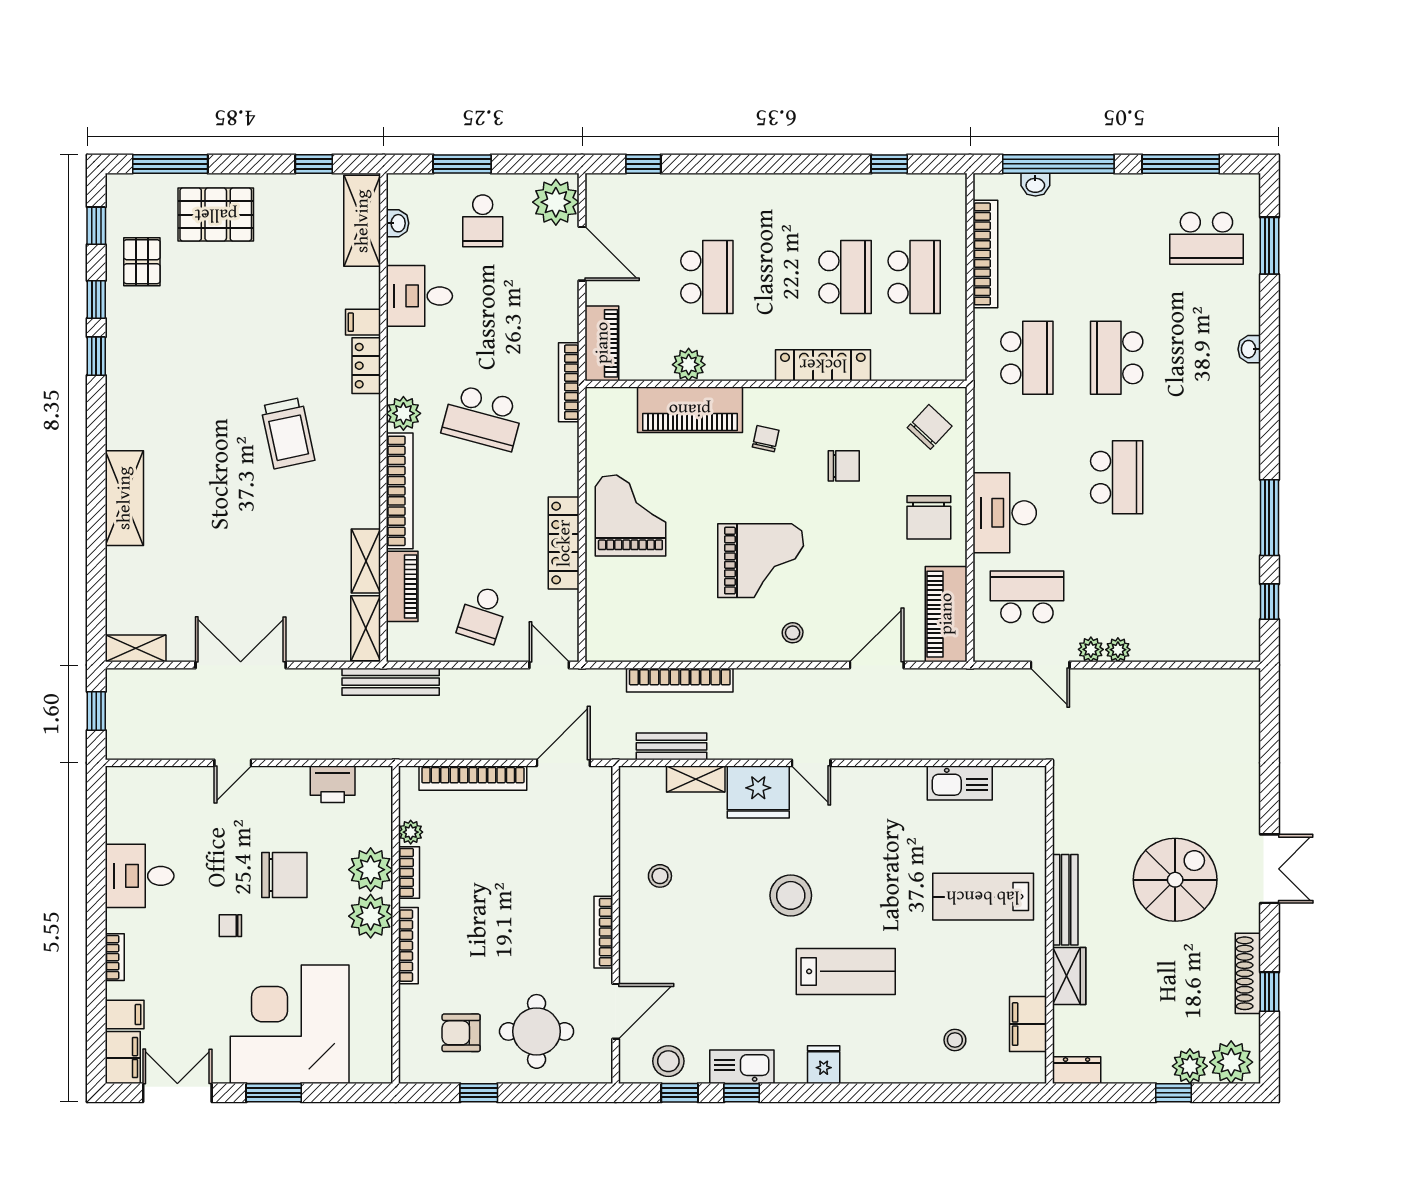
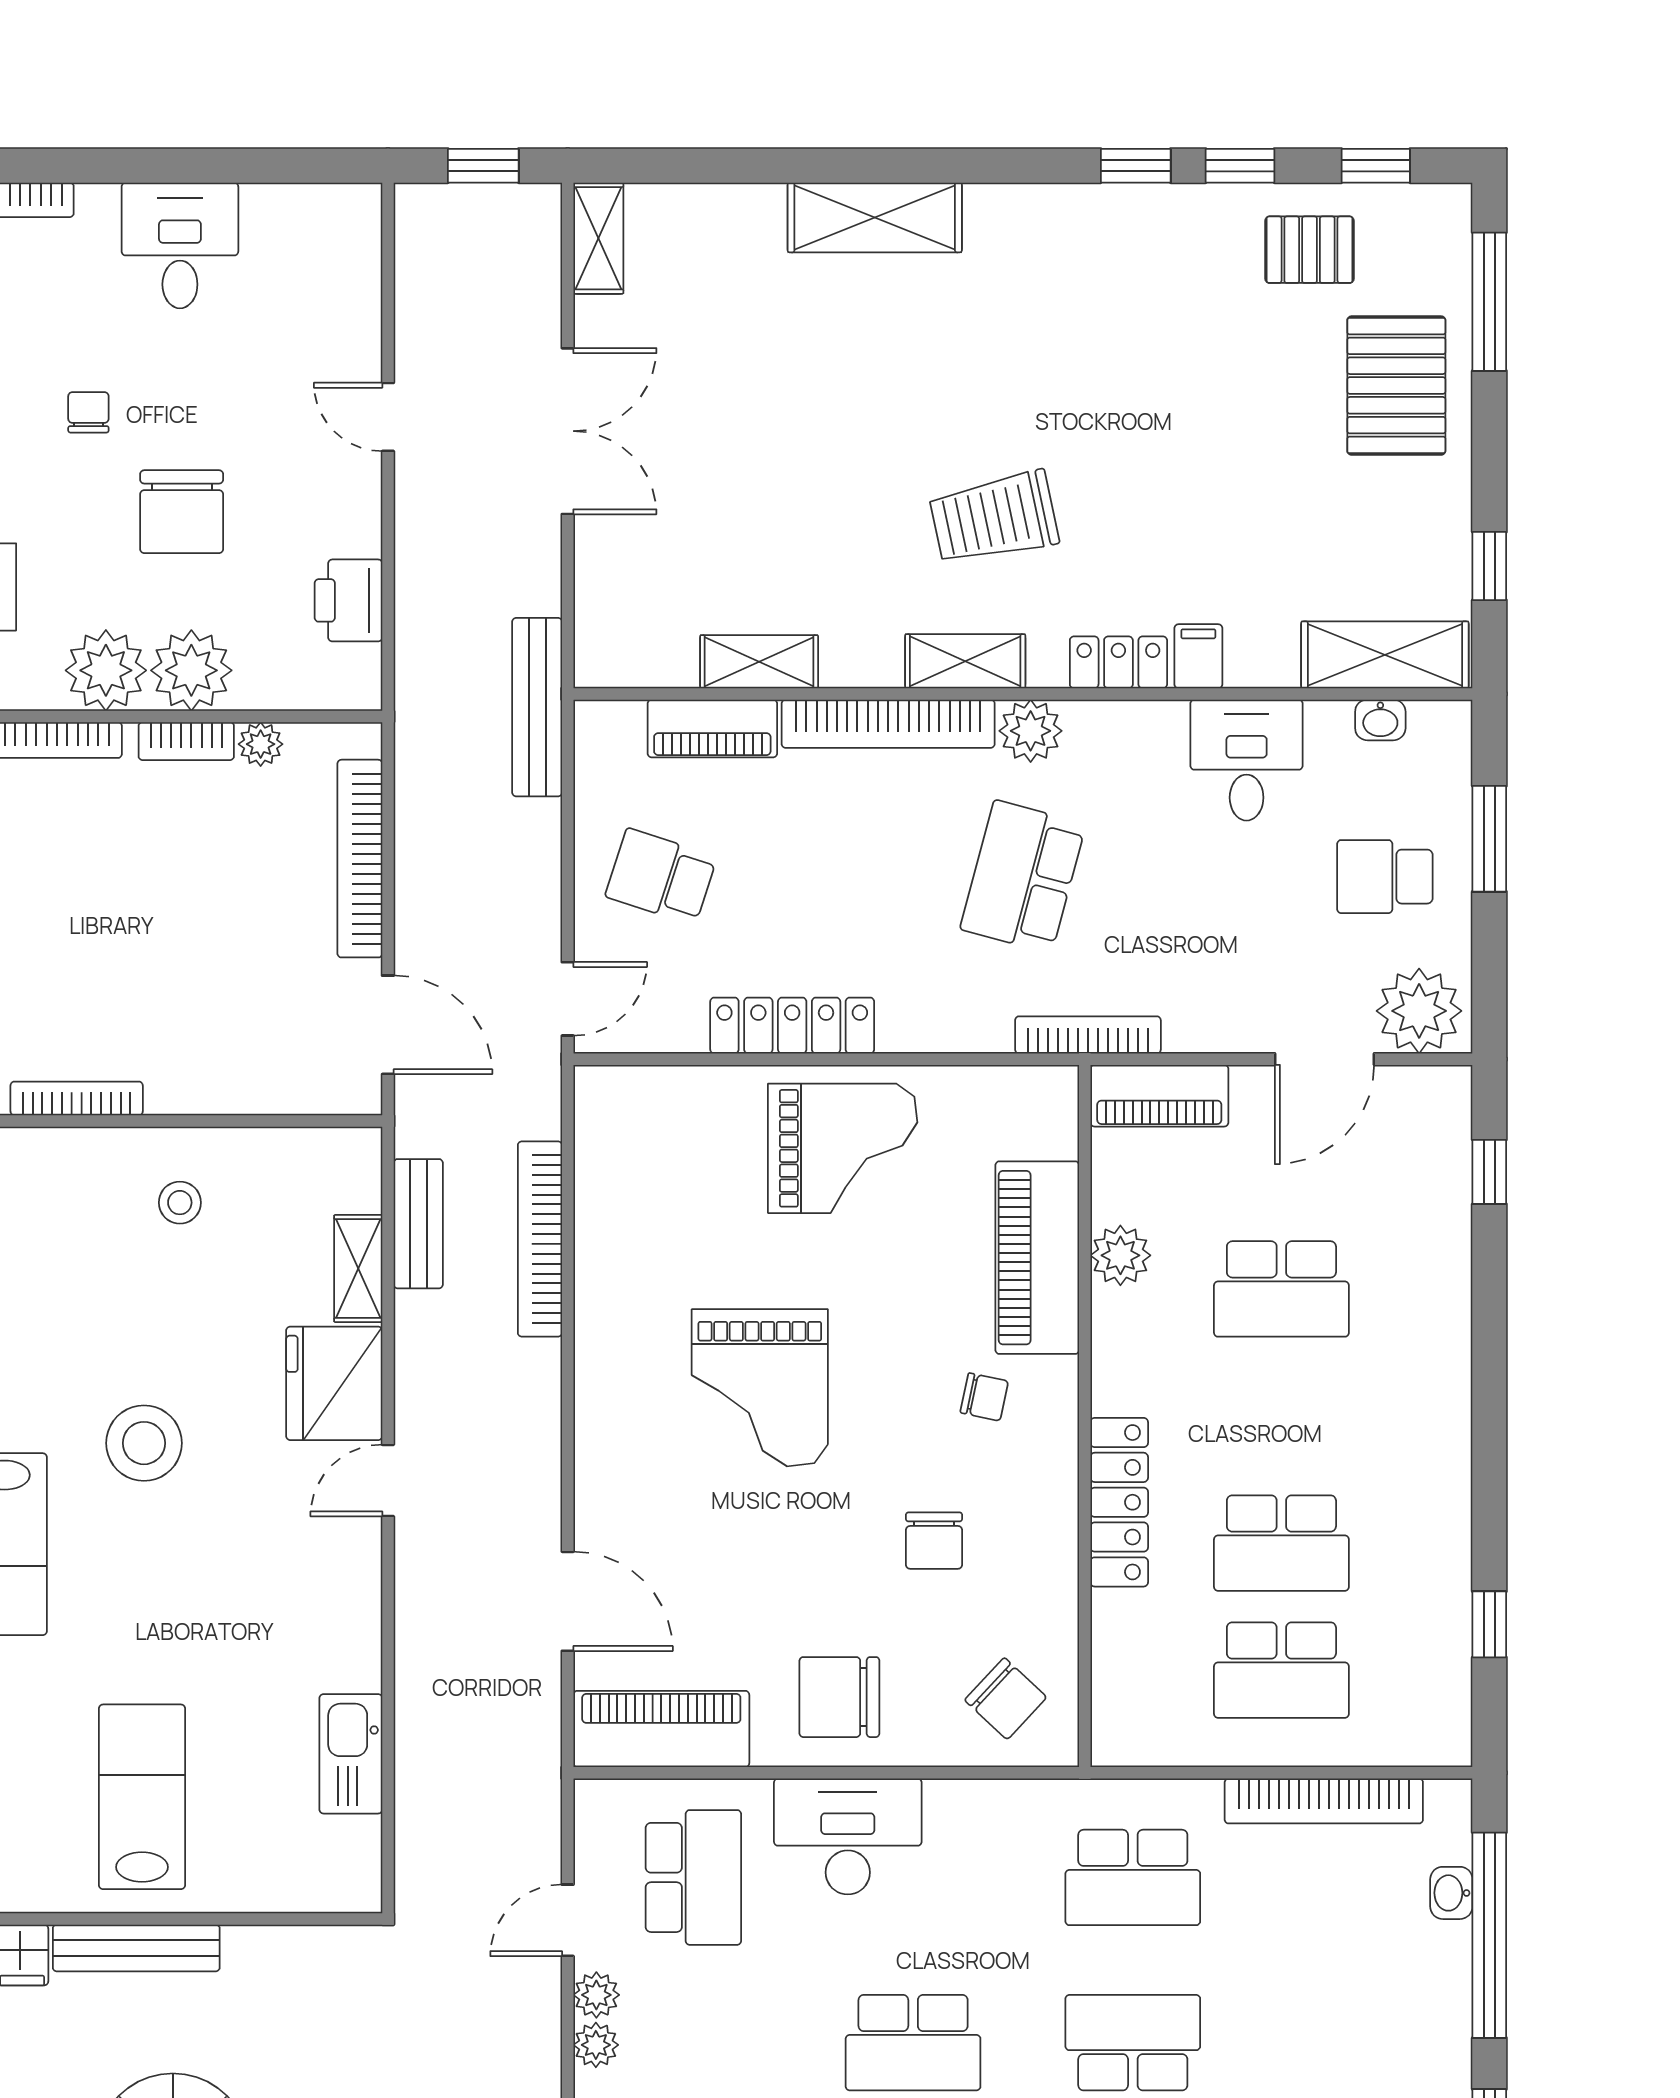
shelving: (366, 628) -> (965, 661), moved
stool: (793, 633) -> (627, 1447), removed

